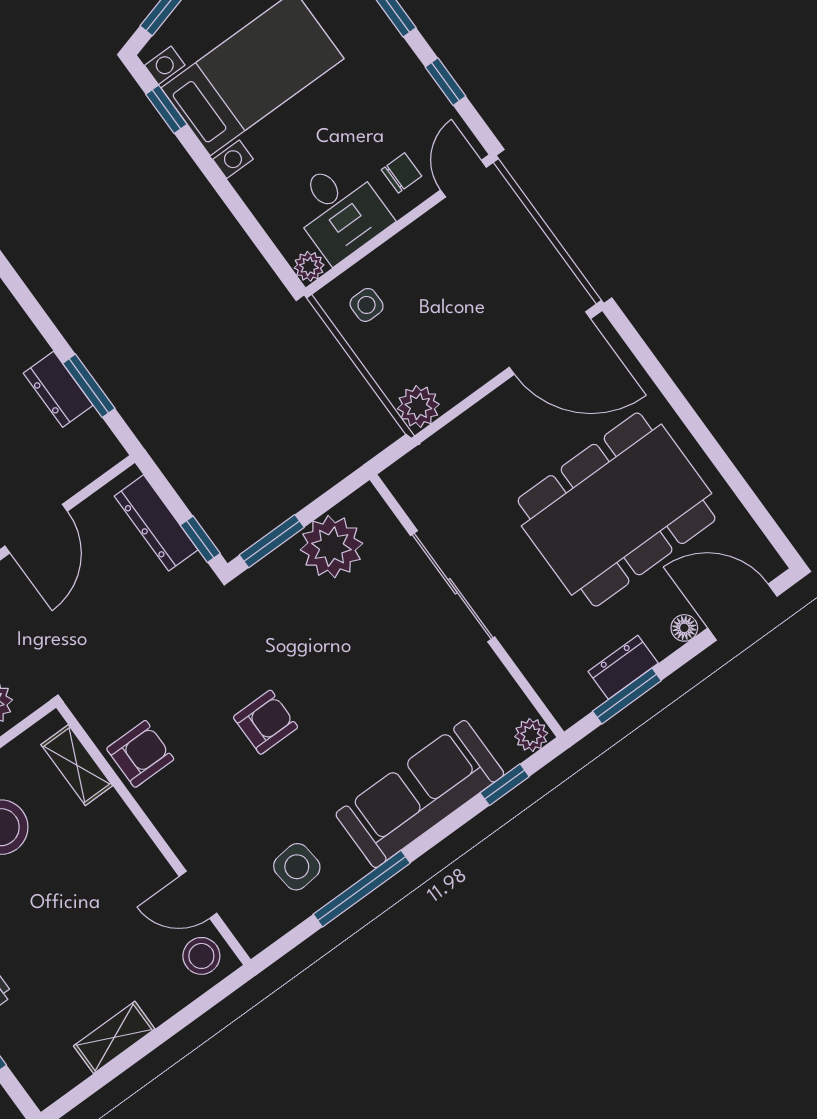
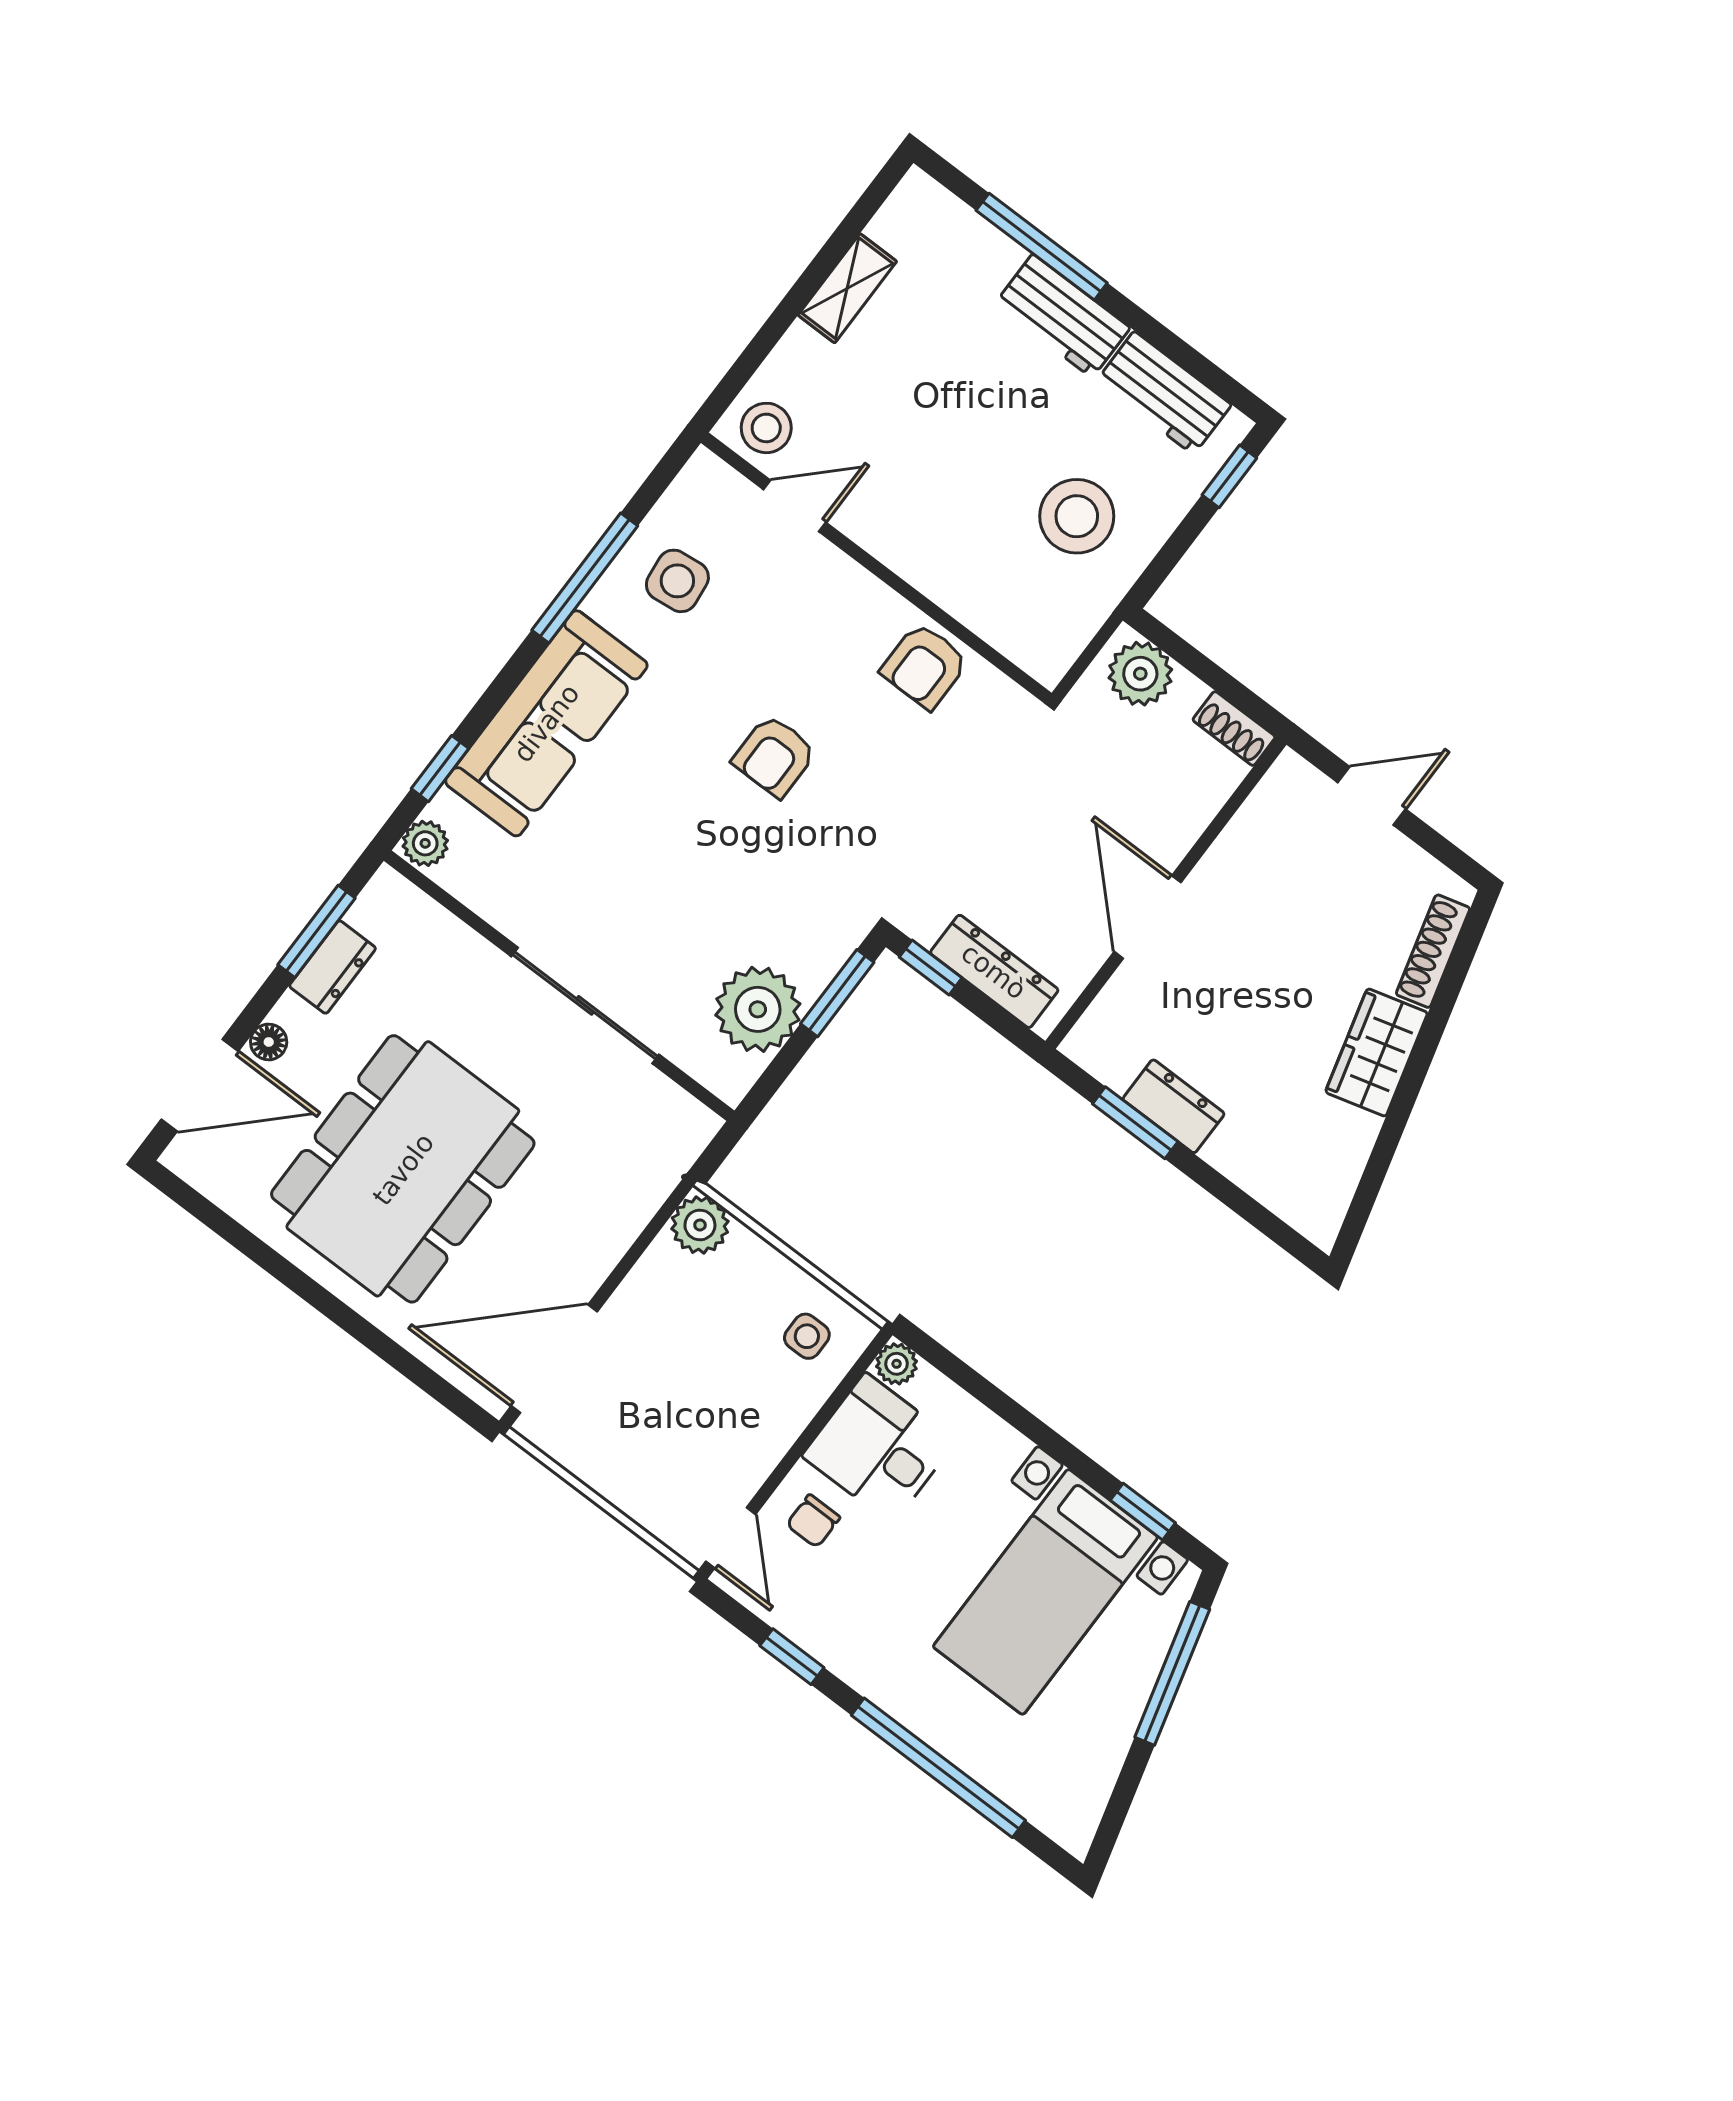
shelving: (77, 765) -> (1002, 626), removed

